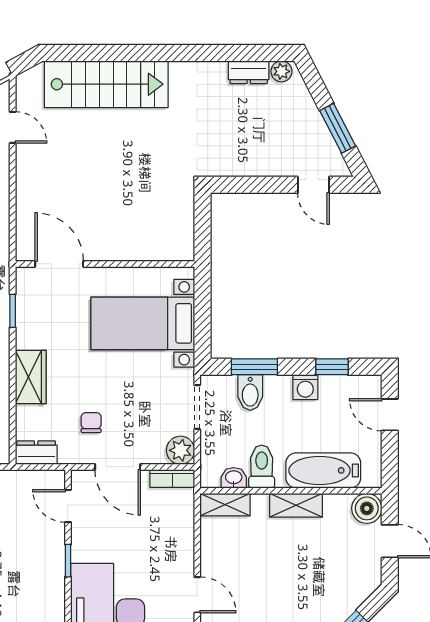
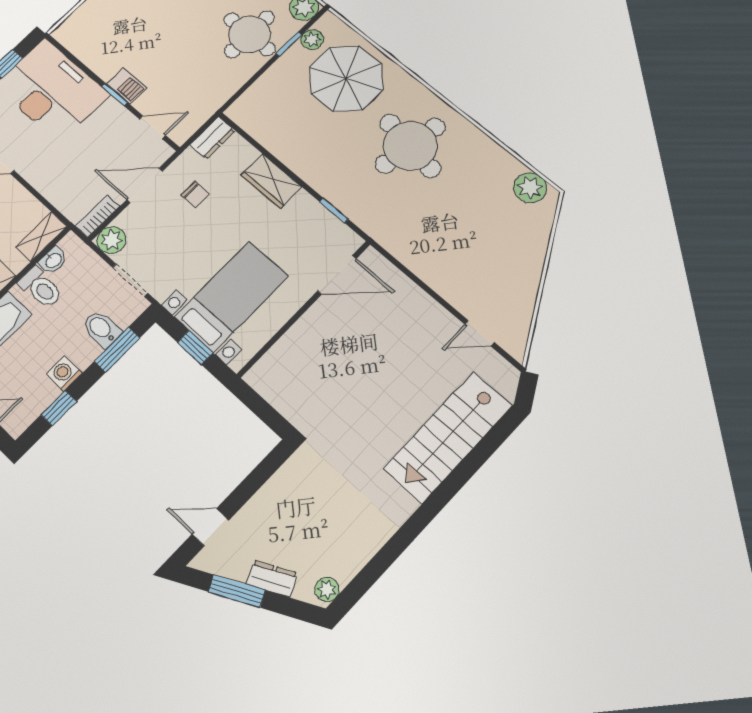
dresser: (249, 72) -> (272, 579), moved, turned 63
window: (202, 313) -> (195, 348), added
barbecue: (53, 558) -> (127, 86), added

